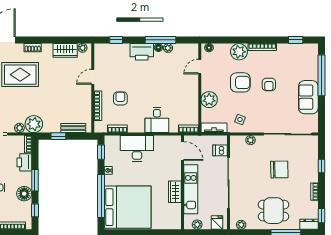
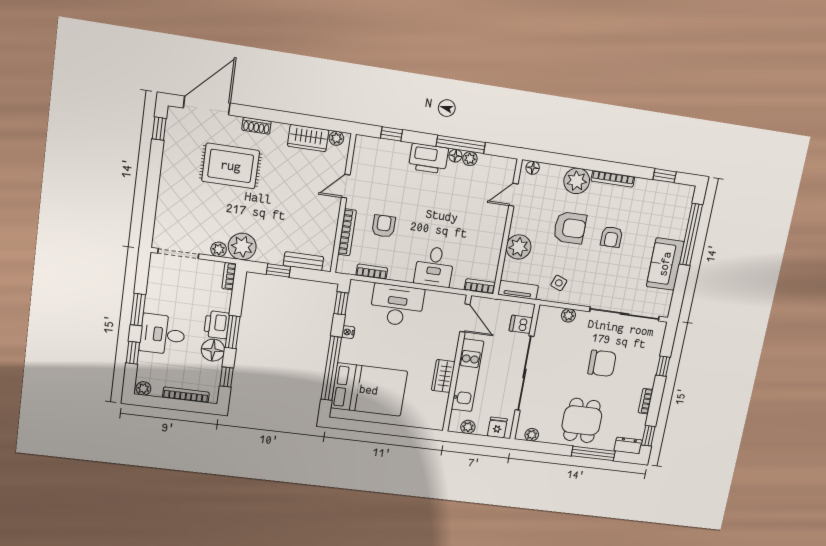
printer: (24, 162) -> (217, 325), moved
bed: (128, 207) -> (369, 390), width x0.73
dining table: (273, 211) -> (582, 420), turned 90

